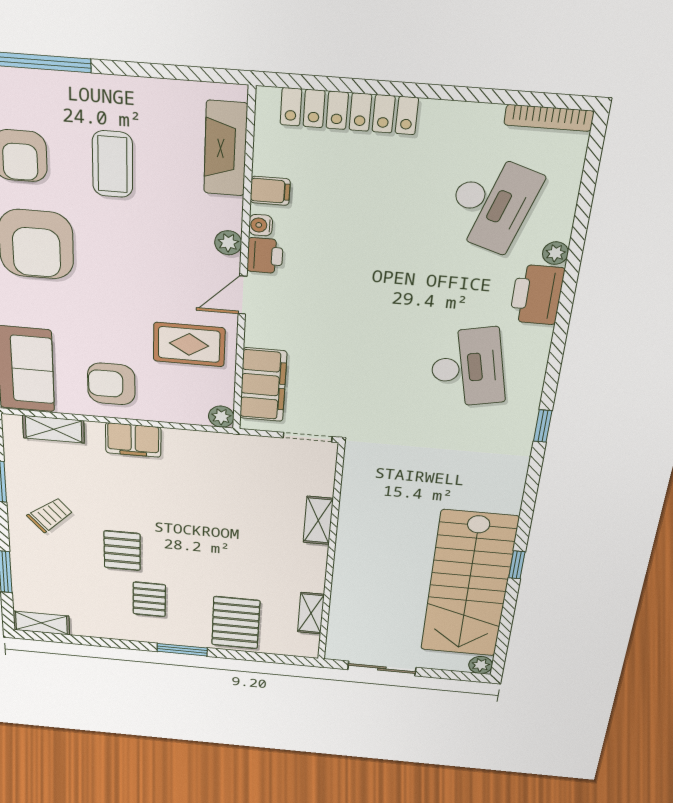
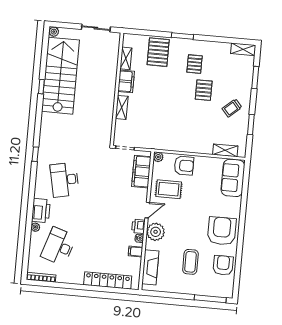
plant: (228, 243) -> (156, 232), width x1.87, depth x1.87
armchair: (111, 384) -> (184, 166), moved
filing cabinet: (133, 440) -> (126, 81), moved, turned 90

